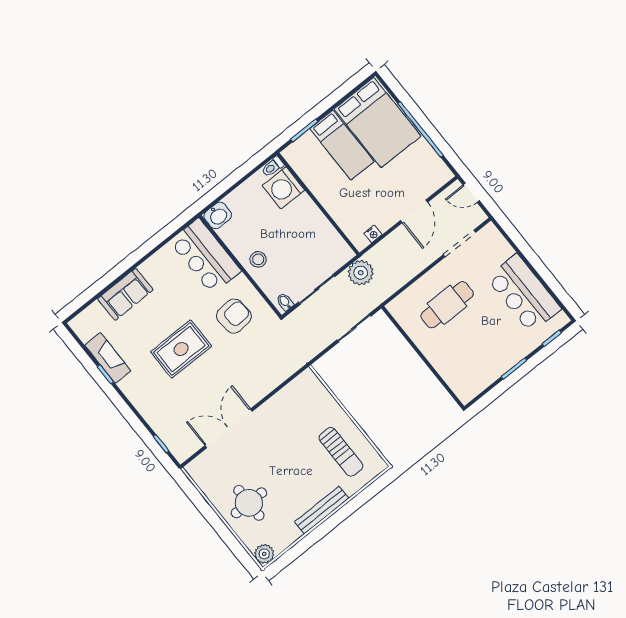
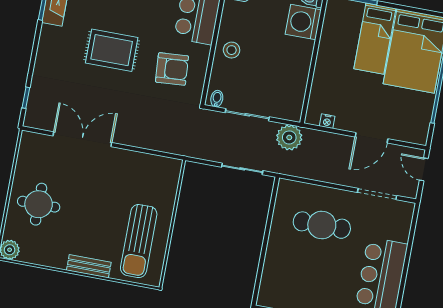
sun lounger: (341, 452) -> (139, 241), width x1.36, depth x1.34
bench: (322, 510) -> (89, 266), width x0.73

